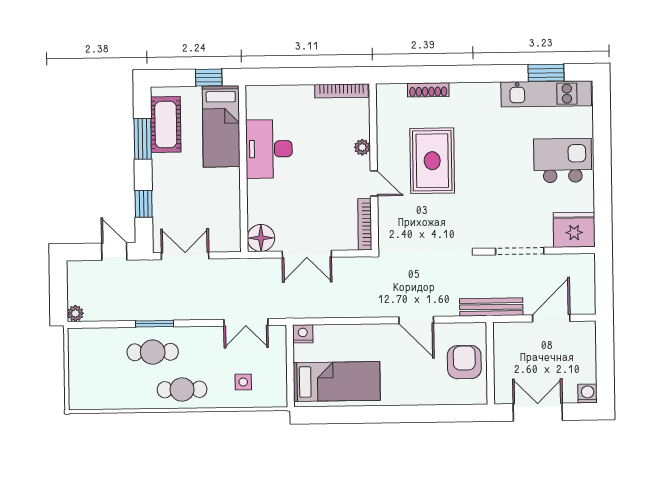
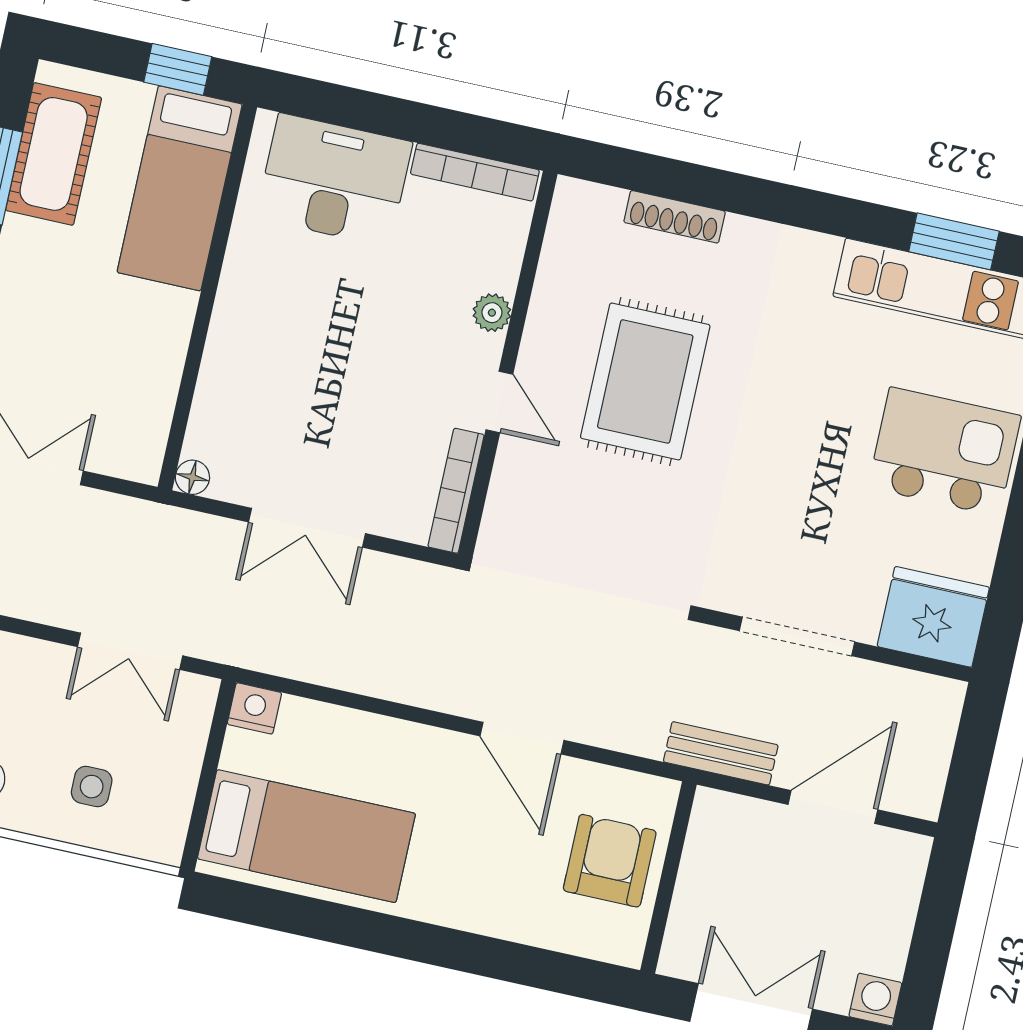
desk: (269, 149) -> (334, 180), moved, turned 90
floor lamp: (261, 238) -> (192, 477), width x0.53, depth x0.53
bench: (491, 307) -> (721, 753), width x0.73

